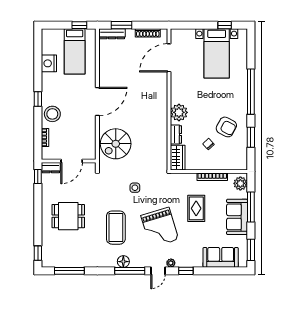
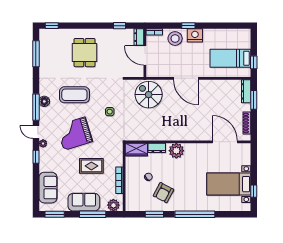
nightstand: (49, 63) -> (195, 35), moved
wall: (69, 161) -> (145, 53), moved
door: (72, 161) -> (145, 56), moved
dresser: (51, 168) -> (139, 37), moved

